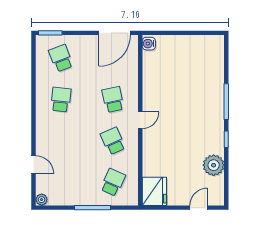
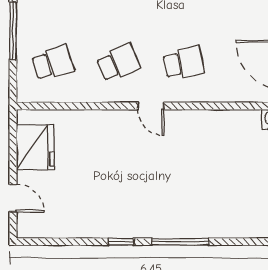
plant: (214, 165) -> (80, 222), removed
school desk: (113, 182) -> (53, 63), turned -42
fridge: (154, 191) -> (35, 147), moved, turned -90

